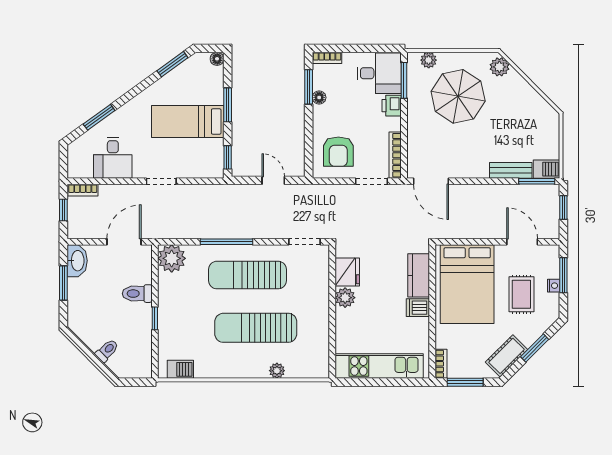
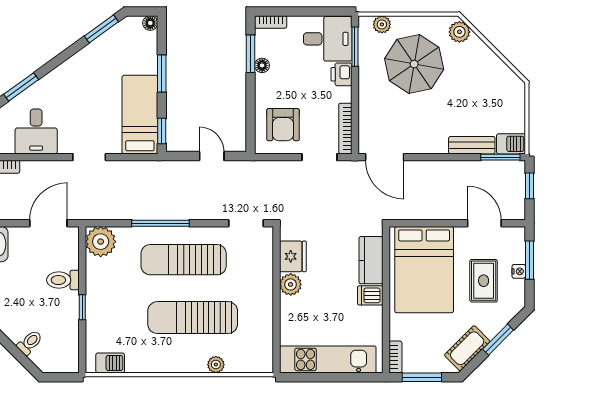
bed: (188, 121) -> (140, 115), moved, turned 90

